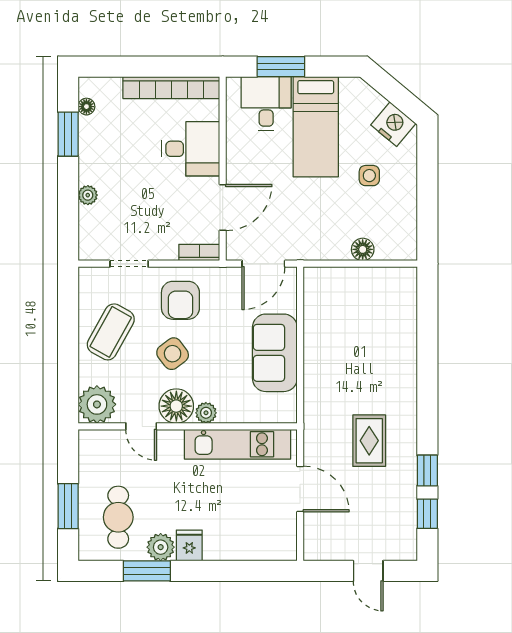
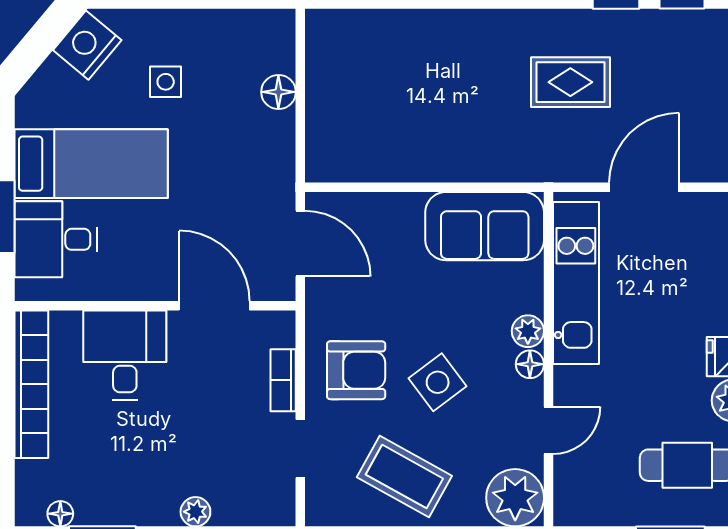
bookcase: (199, 253) -> (283, 380), moved
sofa: (275, 353) -> (485, 226), moved
floor lamp: (176, 406) -> (530, 364), width x0.53, depth x0.53

